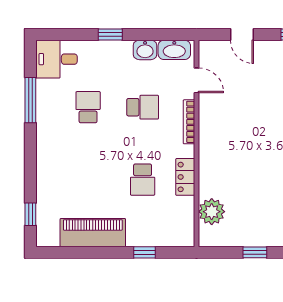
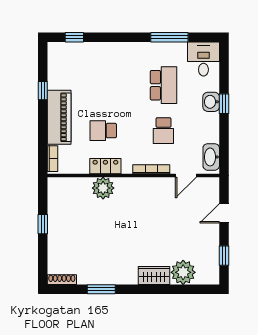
washbasin: (145, 50) -> (211, 102), moved
school desk: (88, 107) -> (163, 85), width x1.85
plant: (212, 212) -> (103, 188), moved
piano: (93, 233) -> (59, 117), moved
bookcase: (176, 241) -> (53, 159), added
window: (144, 252) -> (43, 91), moved

